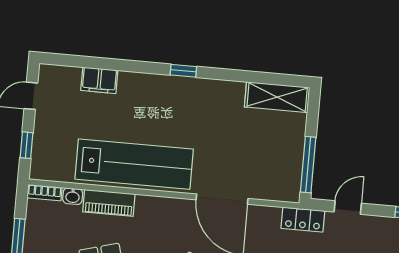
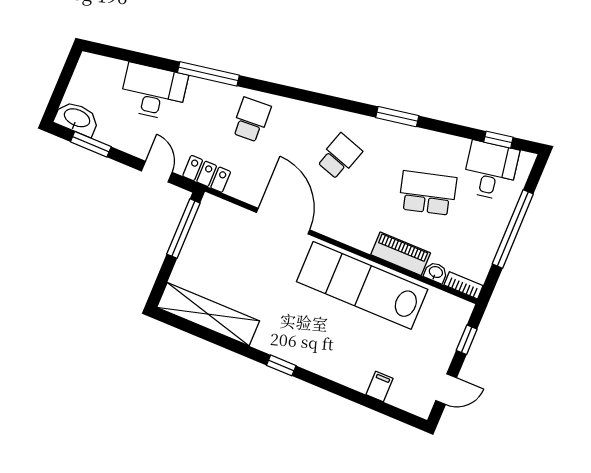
filing cabinet: (99, 80) -> (380, 387), width x0.50
shelving: (277, 97) -> (208, 314), width x1.47
door: (348, 208) -> (157, 172), swing flipped

